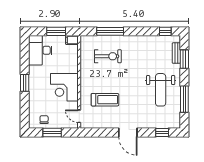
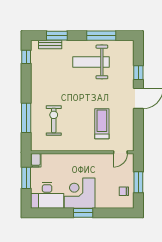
corner desk: (64, 87) -> (80, 193), moved, turned 180
weight bench: (161, 90) -> (91, 62), turned 180
window: (162, 133) -> (138, 73), moved

